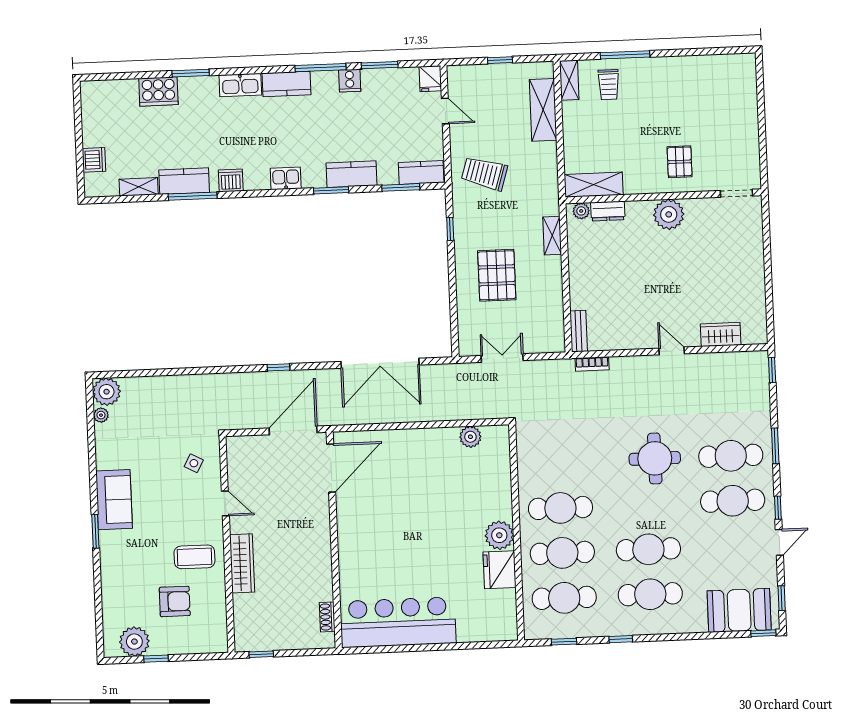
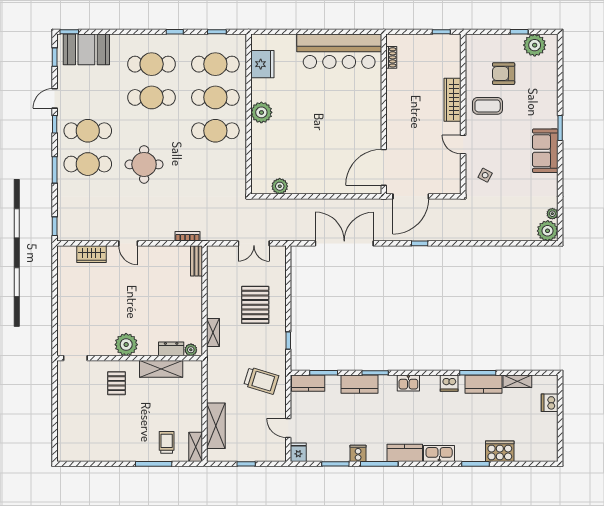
shelving: (594, 185) -> (161, 369), moved
fridge: (499, 570) -> (262, 64), moved

